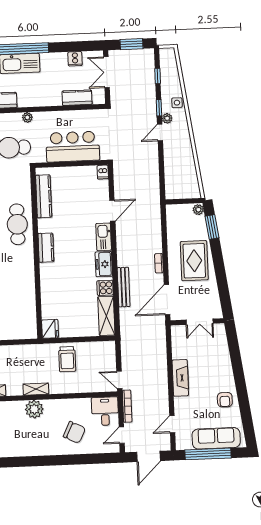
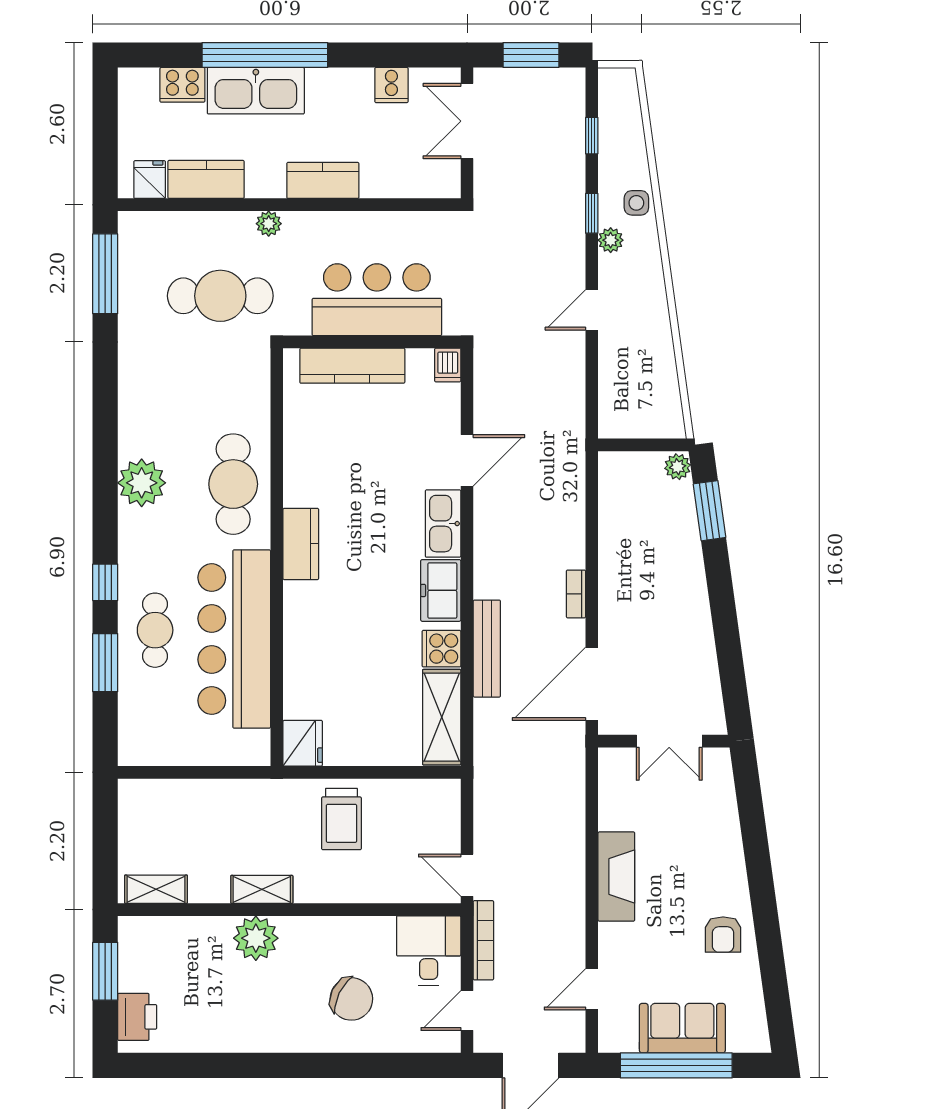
kitchen counter: (77, 98) -> (323, 180), moved
door: (160, 132) -> (592, 310), moved
kitchen counter: (44, 196) -> (352, 366), moved, turned 90
rug: (194, 261) -> (662, 591), removed
bar counter: (20, 287) -> (234, 639), added
sofa: (216, 438) -> (682, 1028), width x0.73

